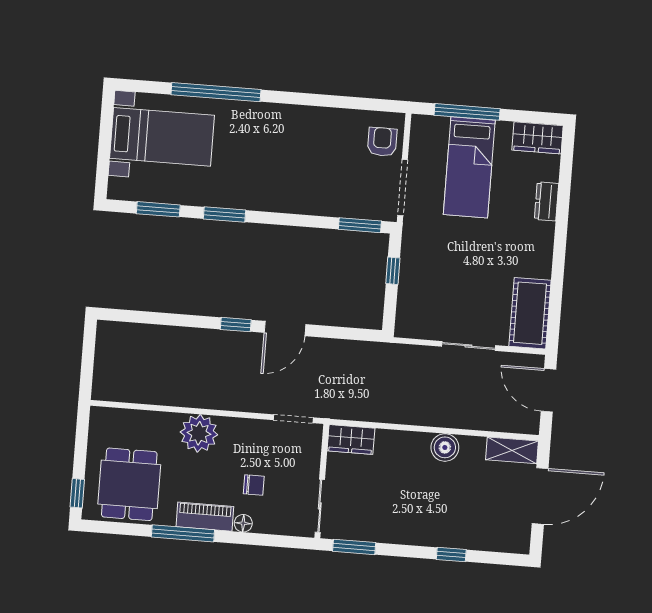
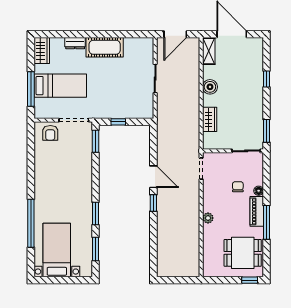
armchair: (382, 142) -> (50, 133), turned -90
cot: (530, 313) -> (105, 47), moved
plant: (199, 433) -> (208, 218), width x0.53, depth x0.53
wardrobe: (351, 440) -> (210, 119), moved

